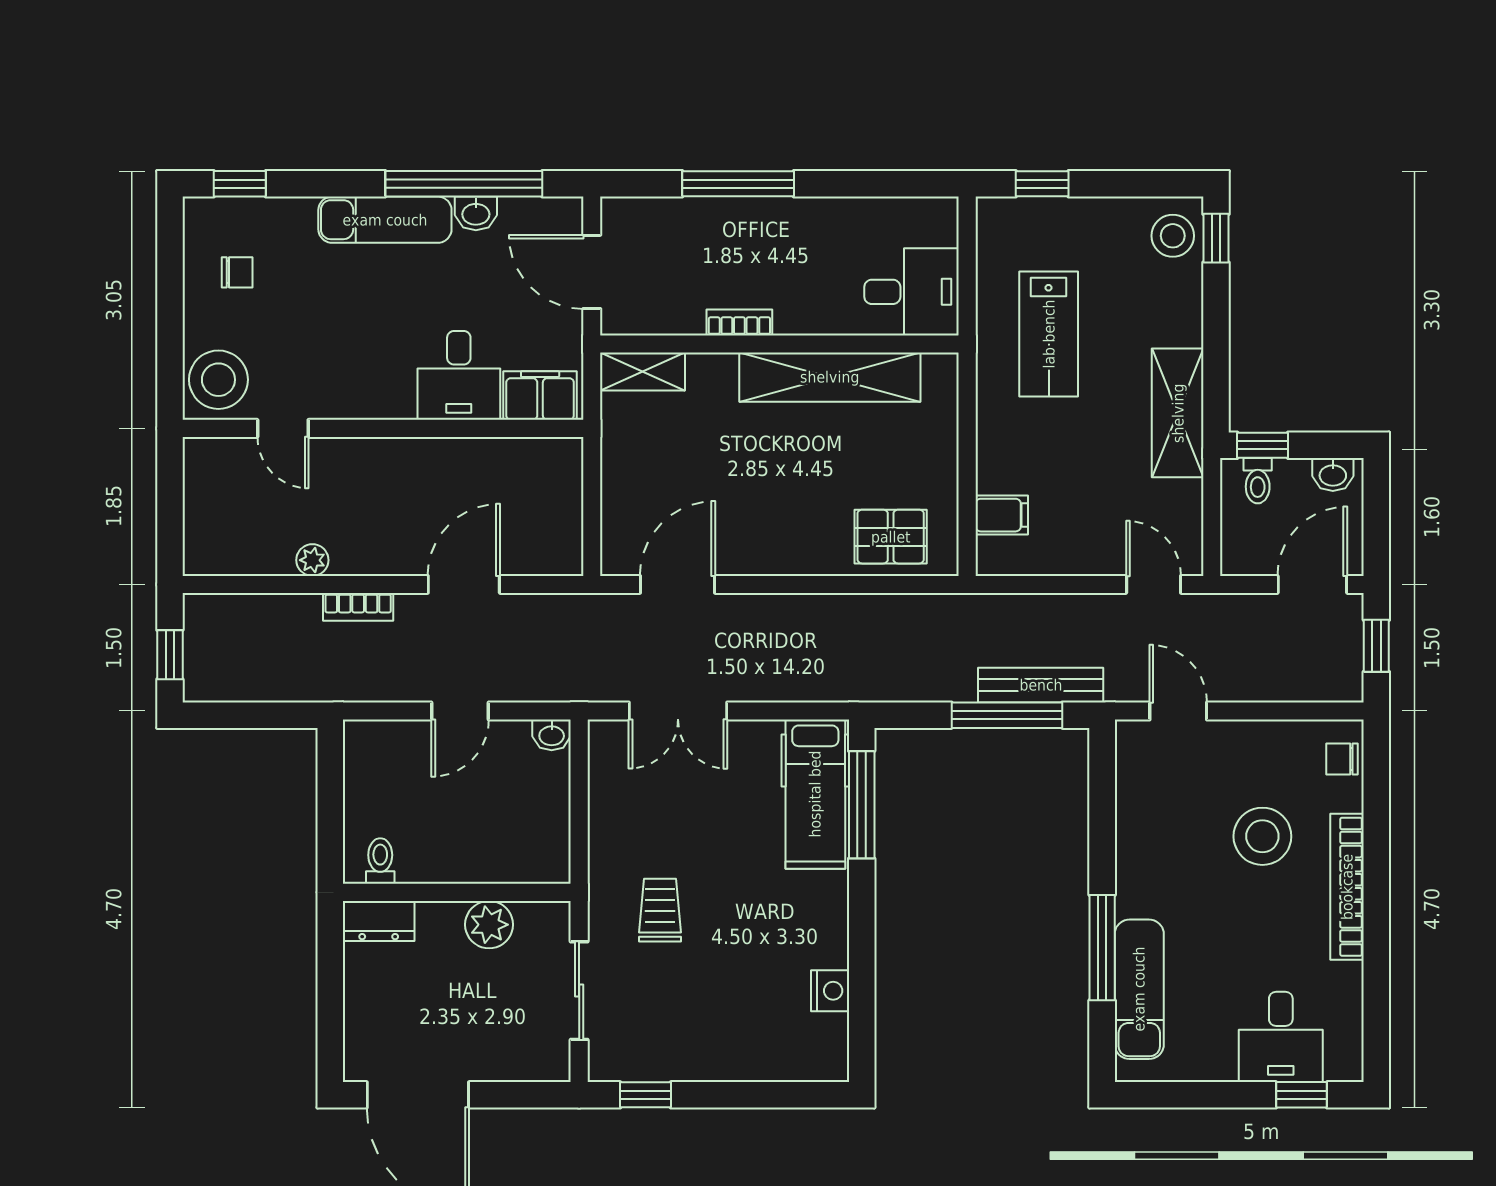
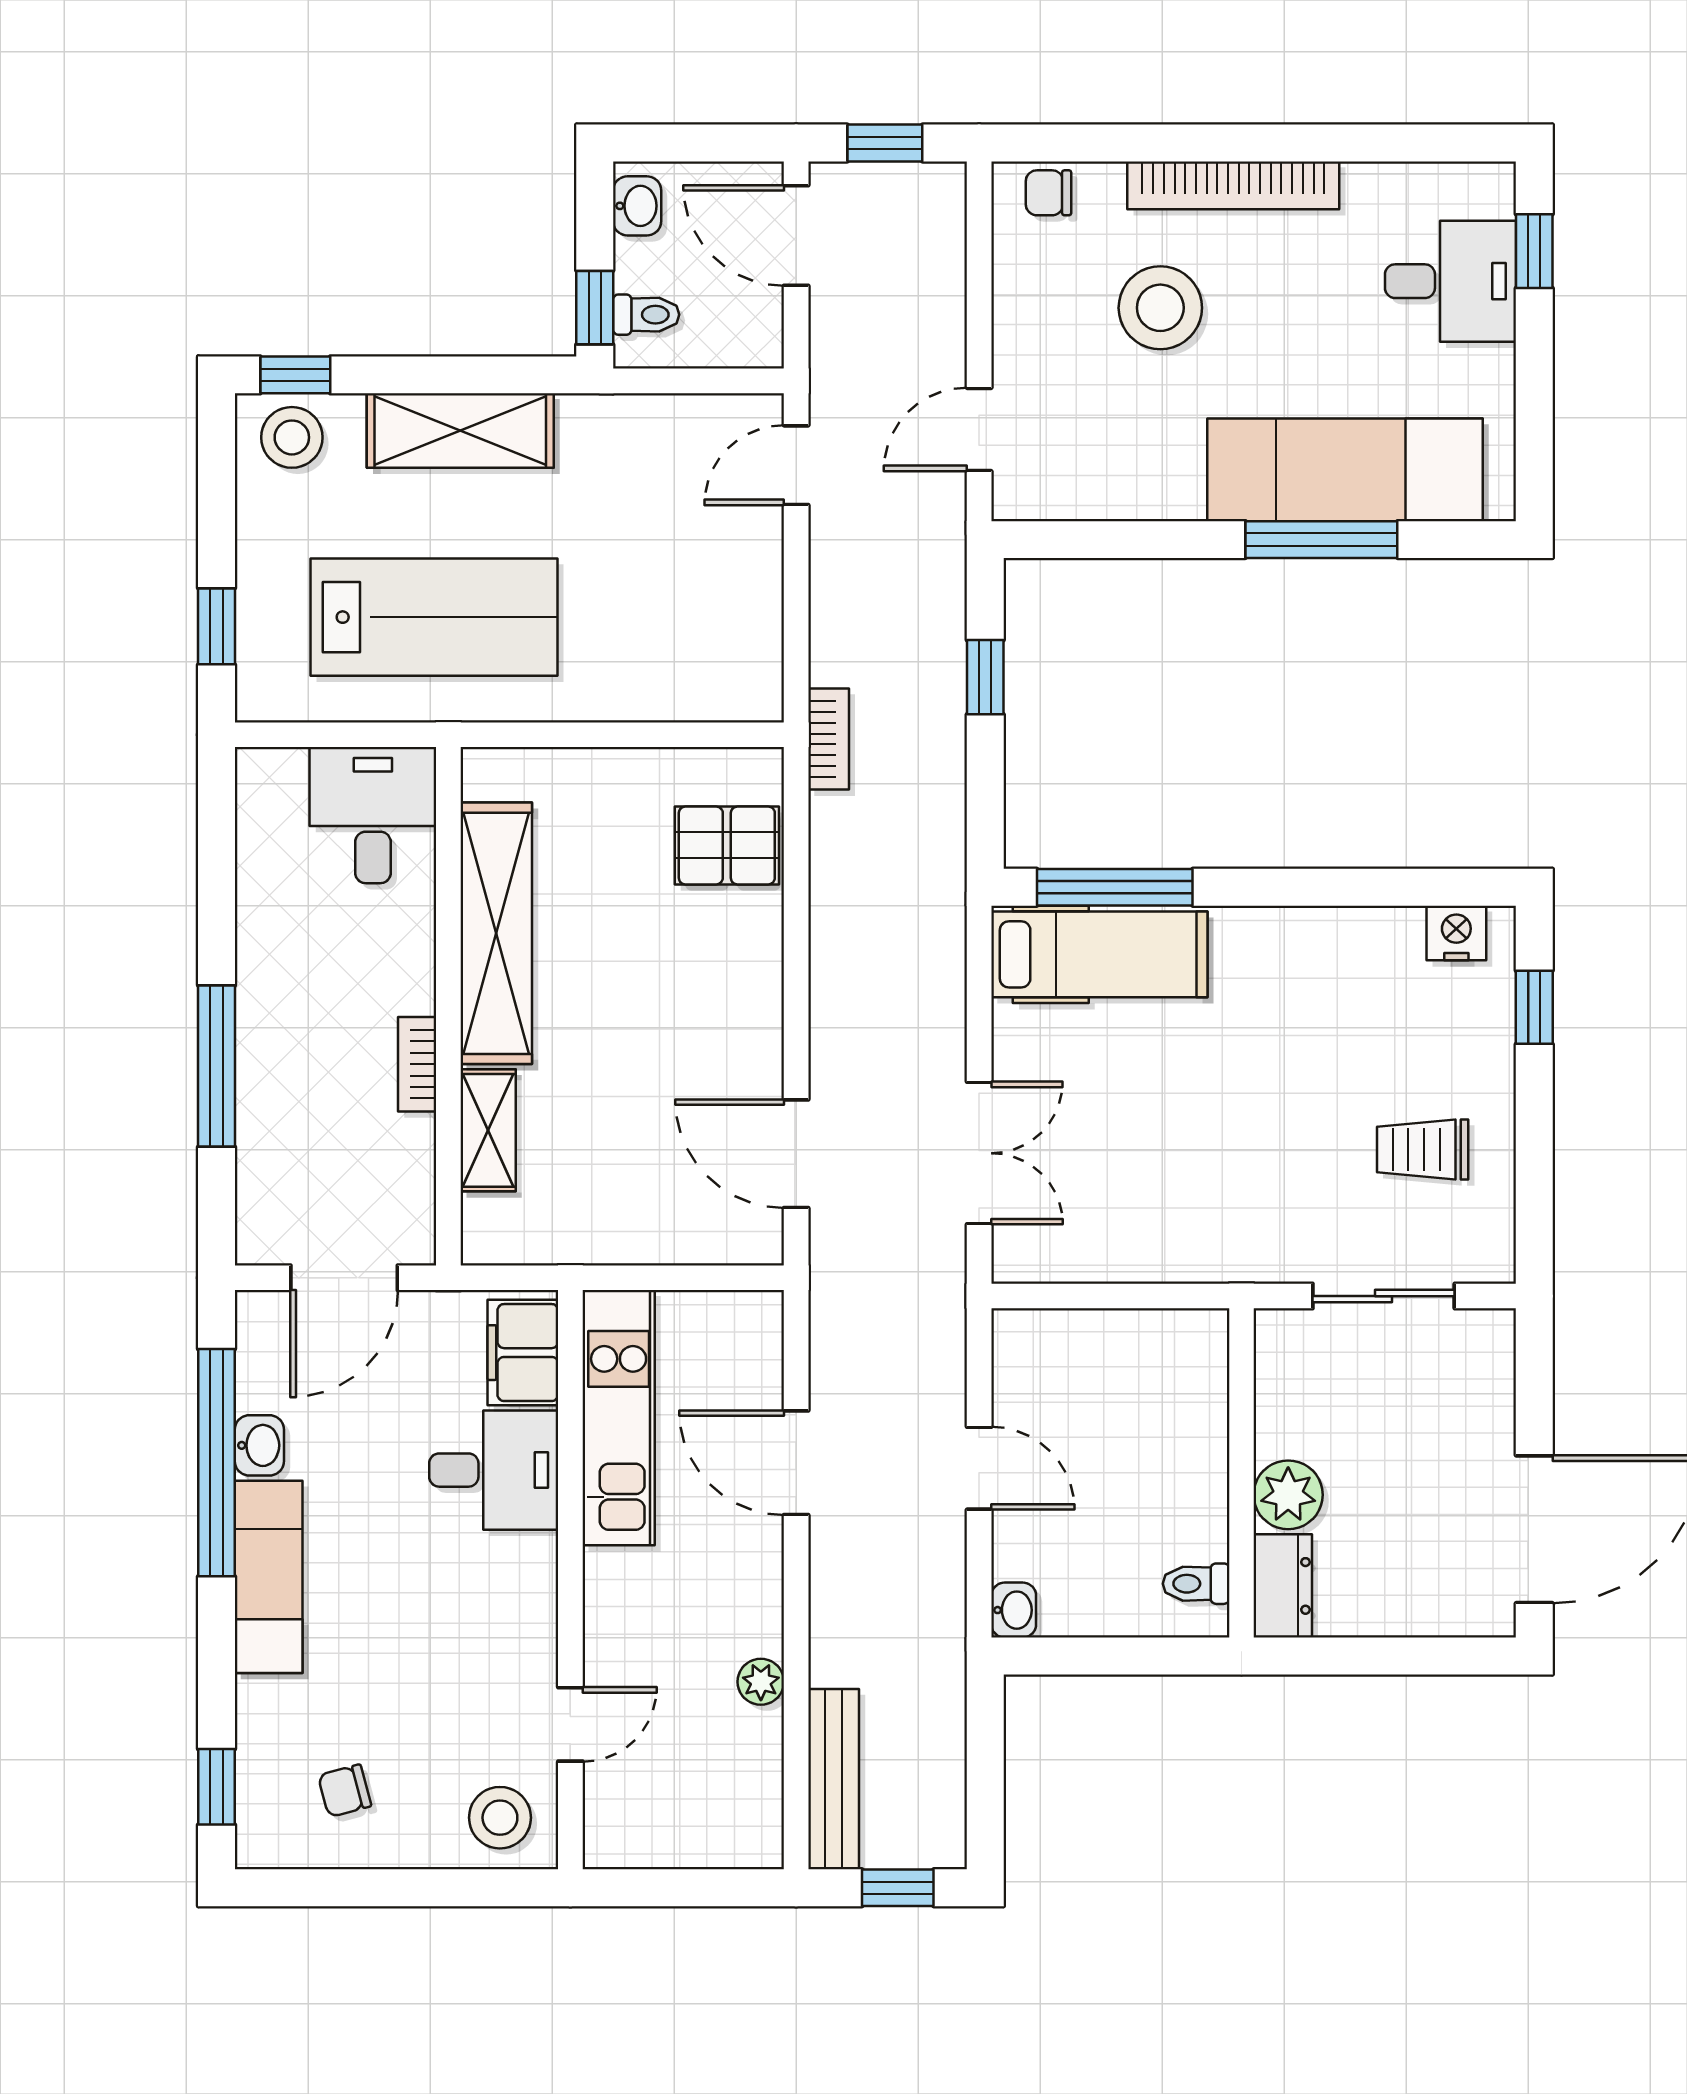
chair: (237, 272) -> (345, 1791), turned -105
lab bench: (1049, 334) -> (434, 617), width x1.36, depth x1.39
shelving: (642, 371) -> (488, 1130), moved
stool: (218, 380) -> (500, 1818), width x0.73, depth x0.73
shelving: (1178, 413) -> (460, 430), moved
kitchen unit: (495, 462) -> (619, 1418), added
filing cabinet: (1002, 515) -> (696, 685), removed
pallet: (891, 537) -> (727, 845), turned 90
bookcase: (358, 607) -> (829, 739), moved
bench: (1041, 685) -> (834, 1779), moved
window: (1007, 715) -> (985, 677), width x0.46
washbasin: (552, 735) -> (1014, 1610), moved
chair: (1342, 759) -> (1049, 193), turned 90
trolley: (660, 910) -> (1423, 1149), moved
plant: (489, 925) -> (1288, 1495), moved
exam couch: (1139, 989) -> (1345, 470), width x1.36, depth x1.45
nightstand: (830, 991) -> (1456, 933), moved
window: (646, 1095) -> (1534, 1007), moved

